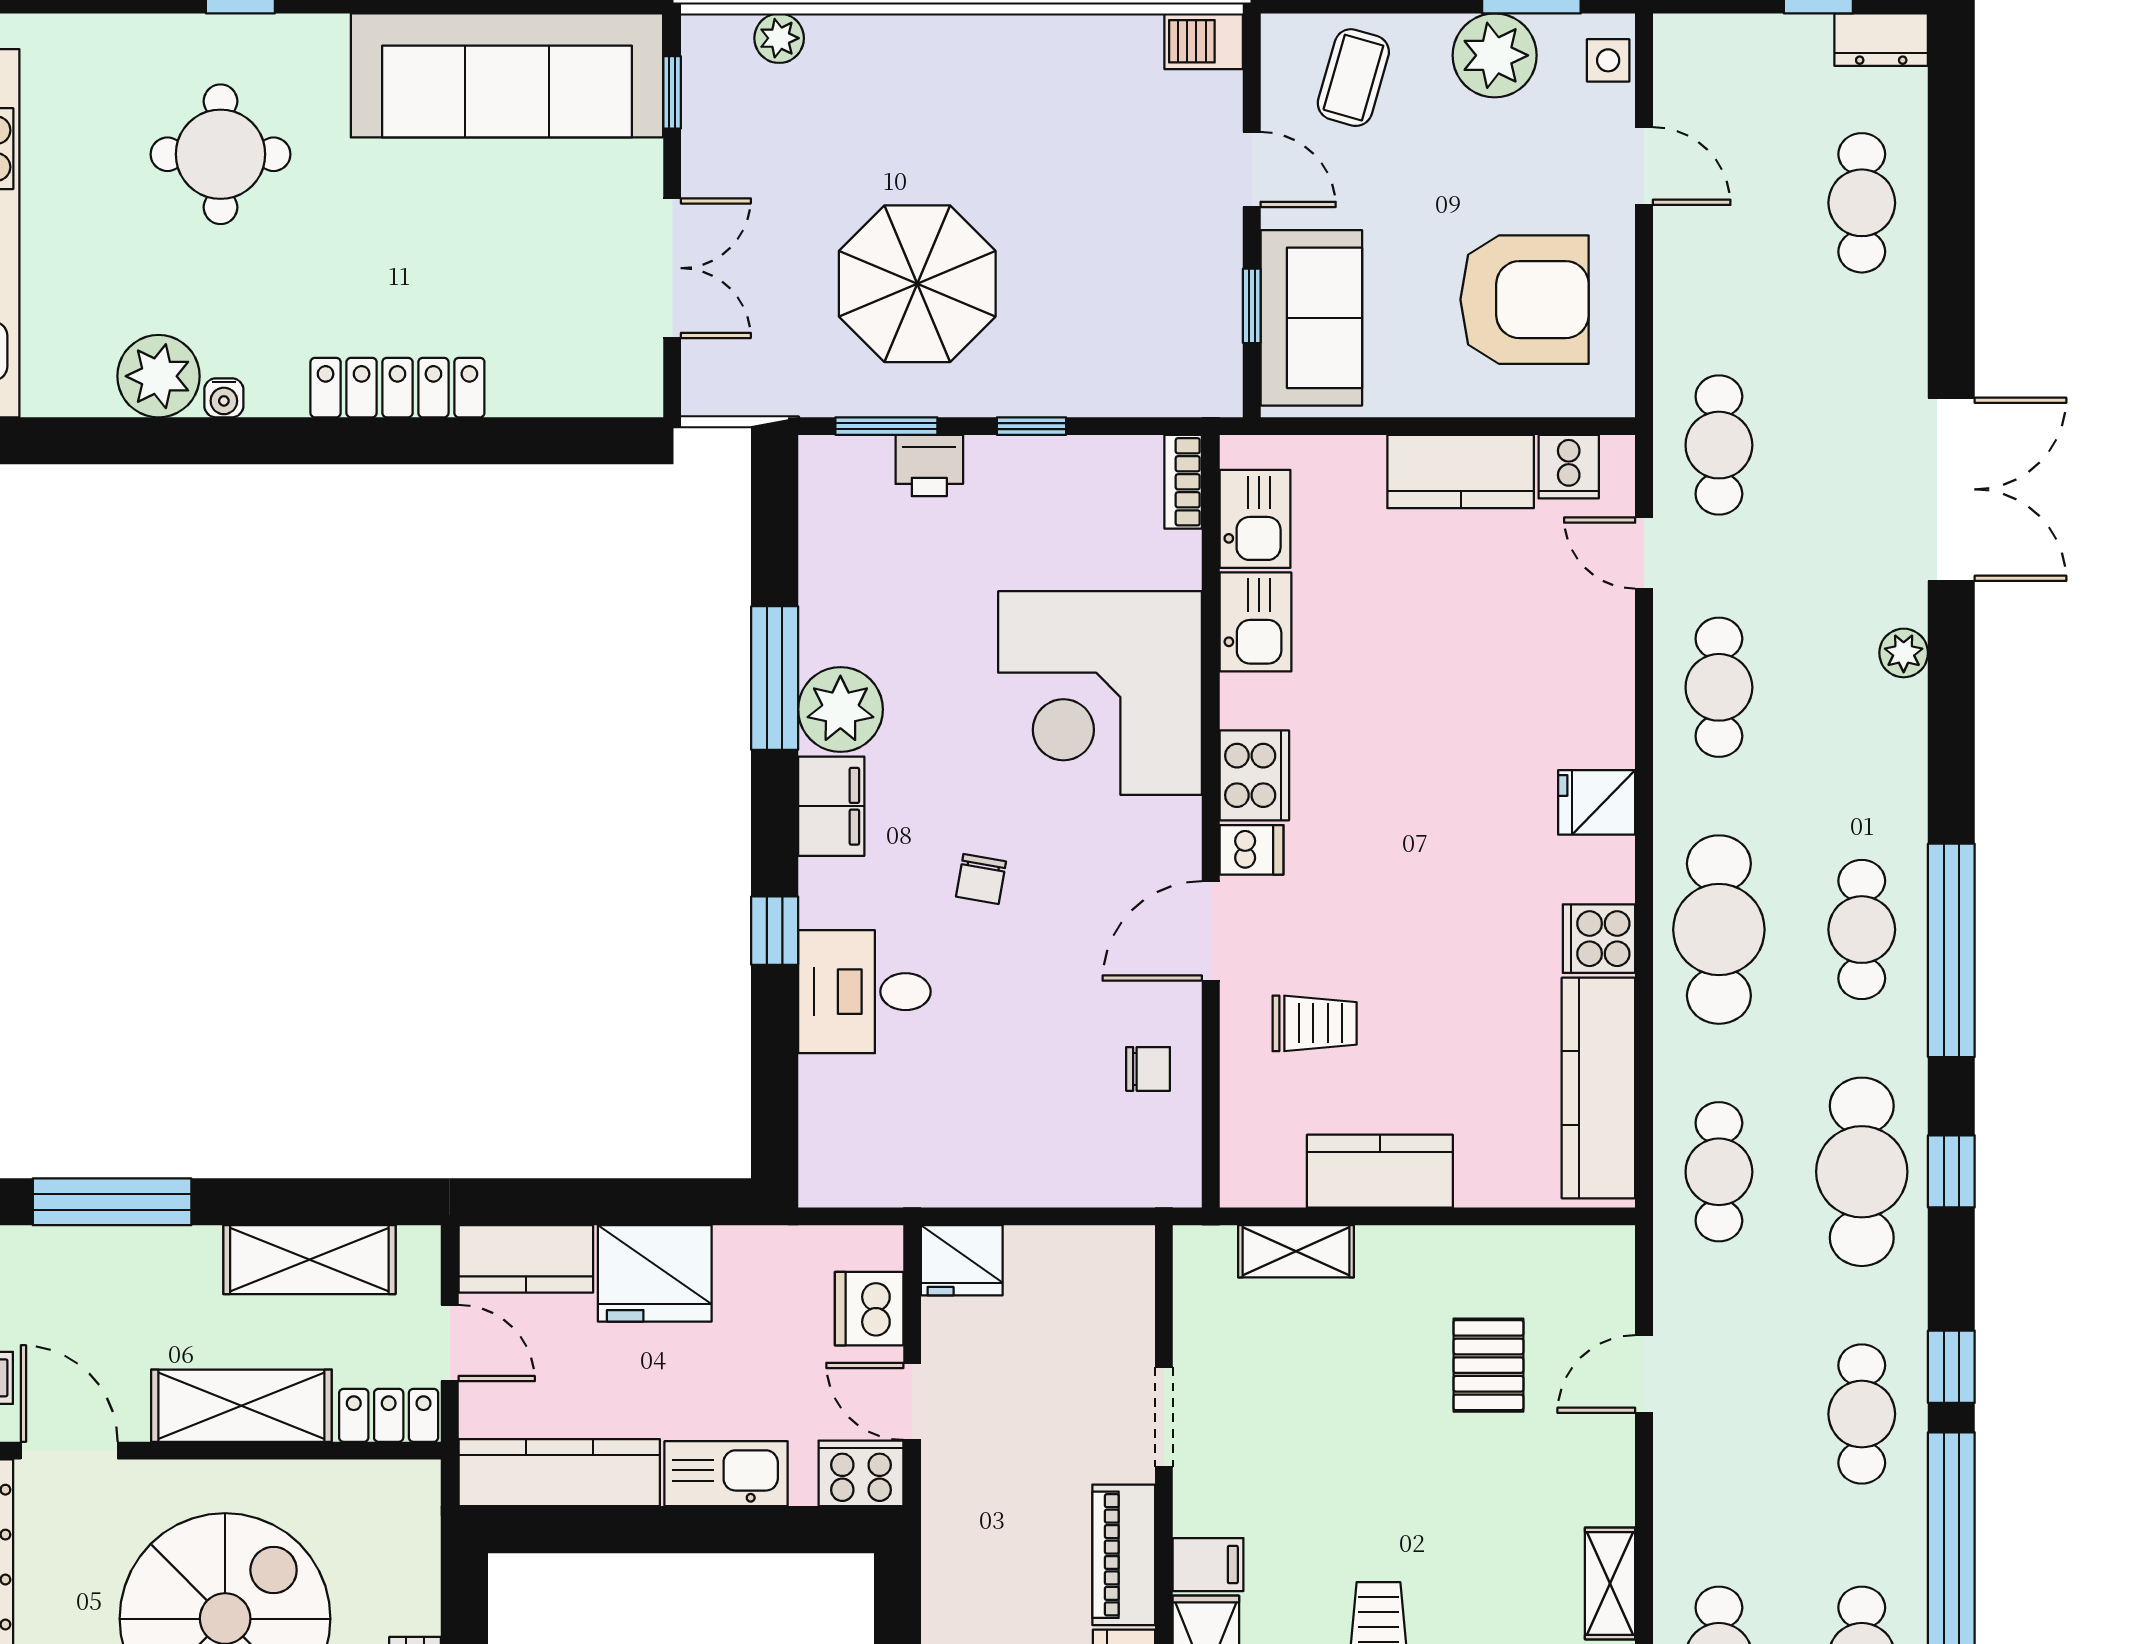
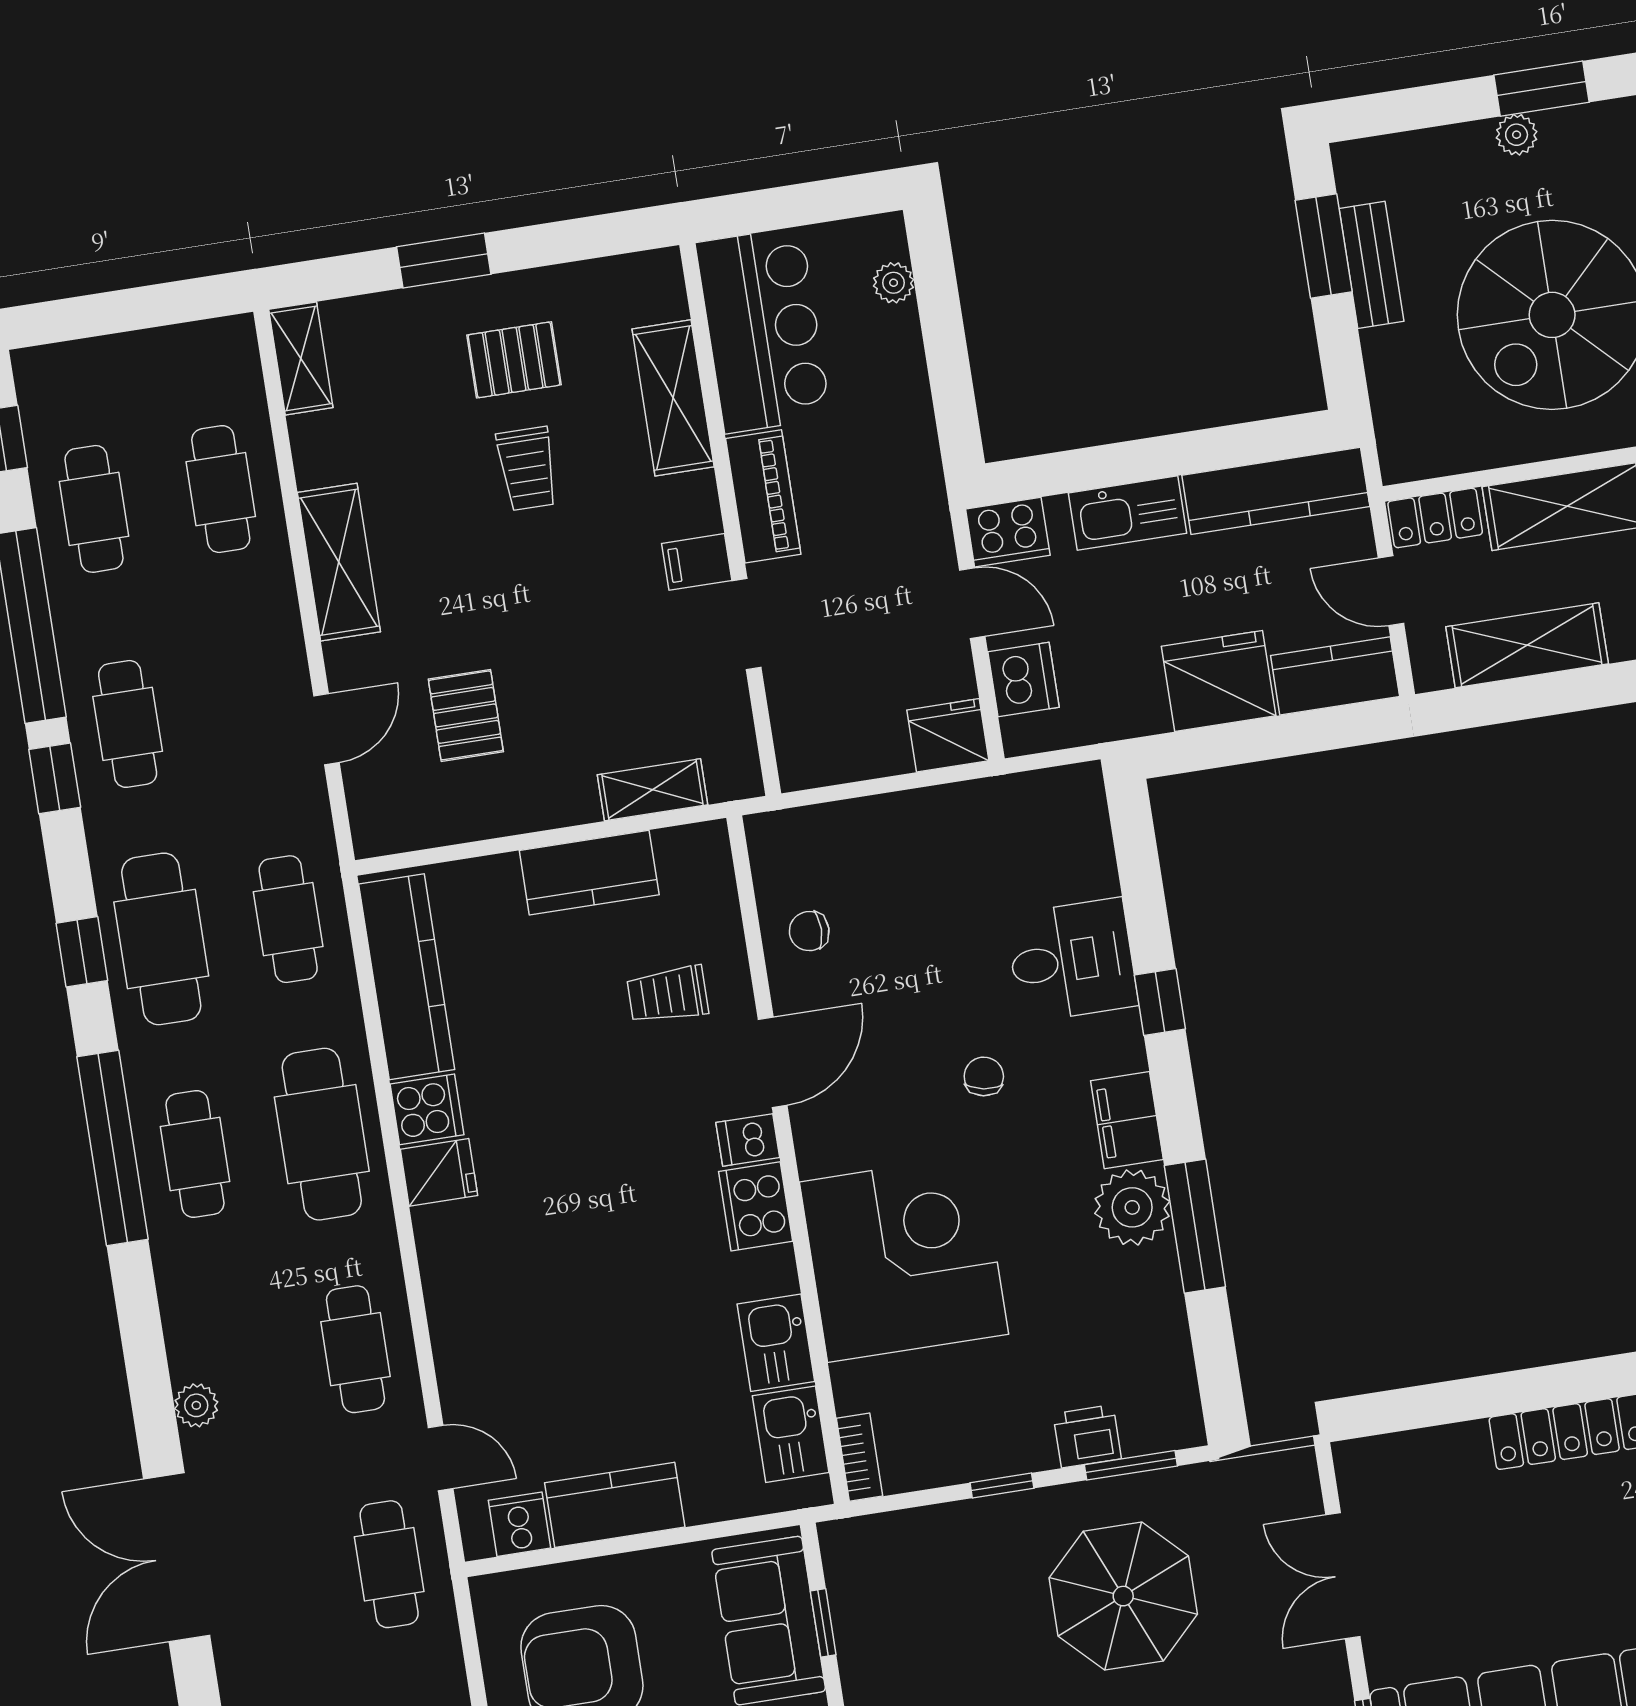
fridge: (1597, 802) -> (439, 1172), moved
filing cabinet: (1208, 1565) -> (697, 562), moved
shelving: (1610, 1583) -> (339, 562), width x1.50, depth x1.33

